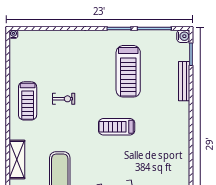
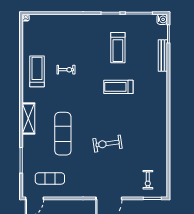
treadmill: (128, 71) -> (118, 48), width x0.73, depth x0.73
treadmill: (28, 101) -> (37, 71), turned 180
treadmill: (117, 127) -> (118, 87), moved

